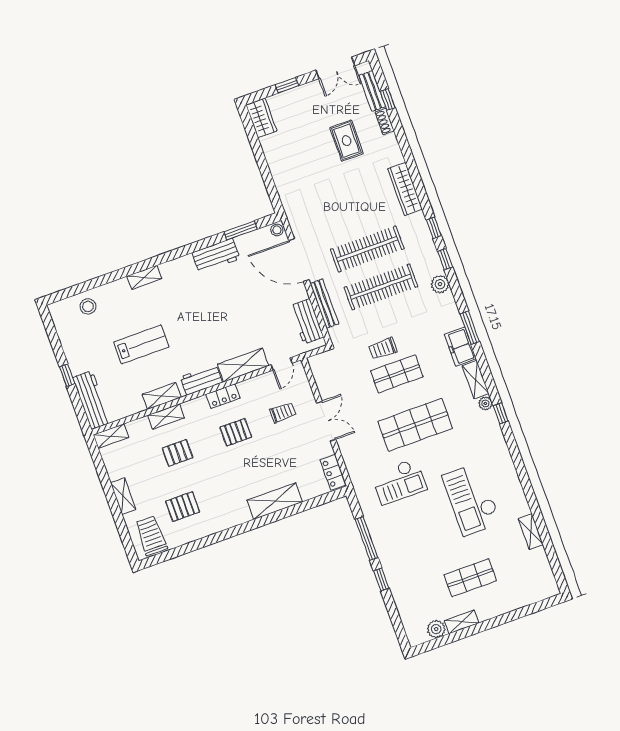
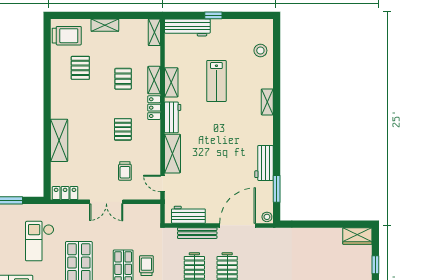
locker: (223, 396) -> (154, 108), moved

